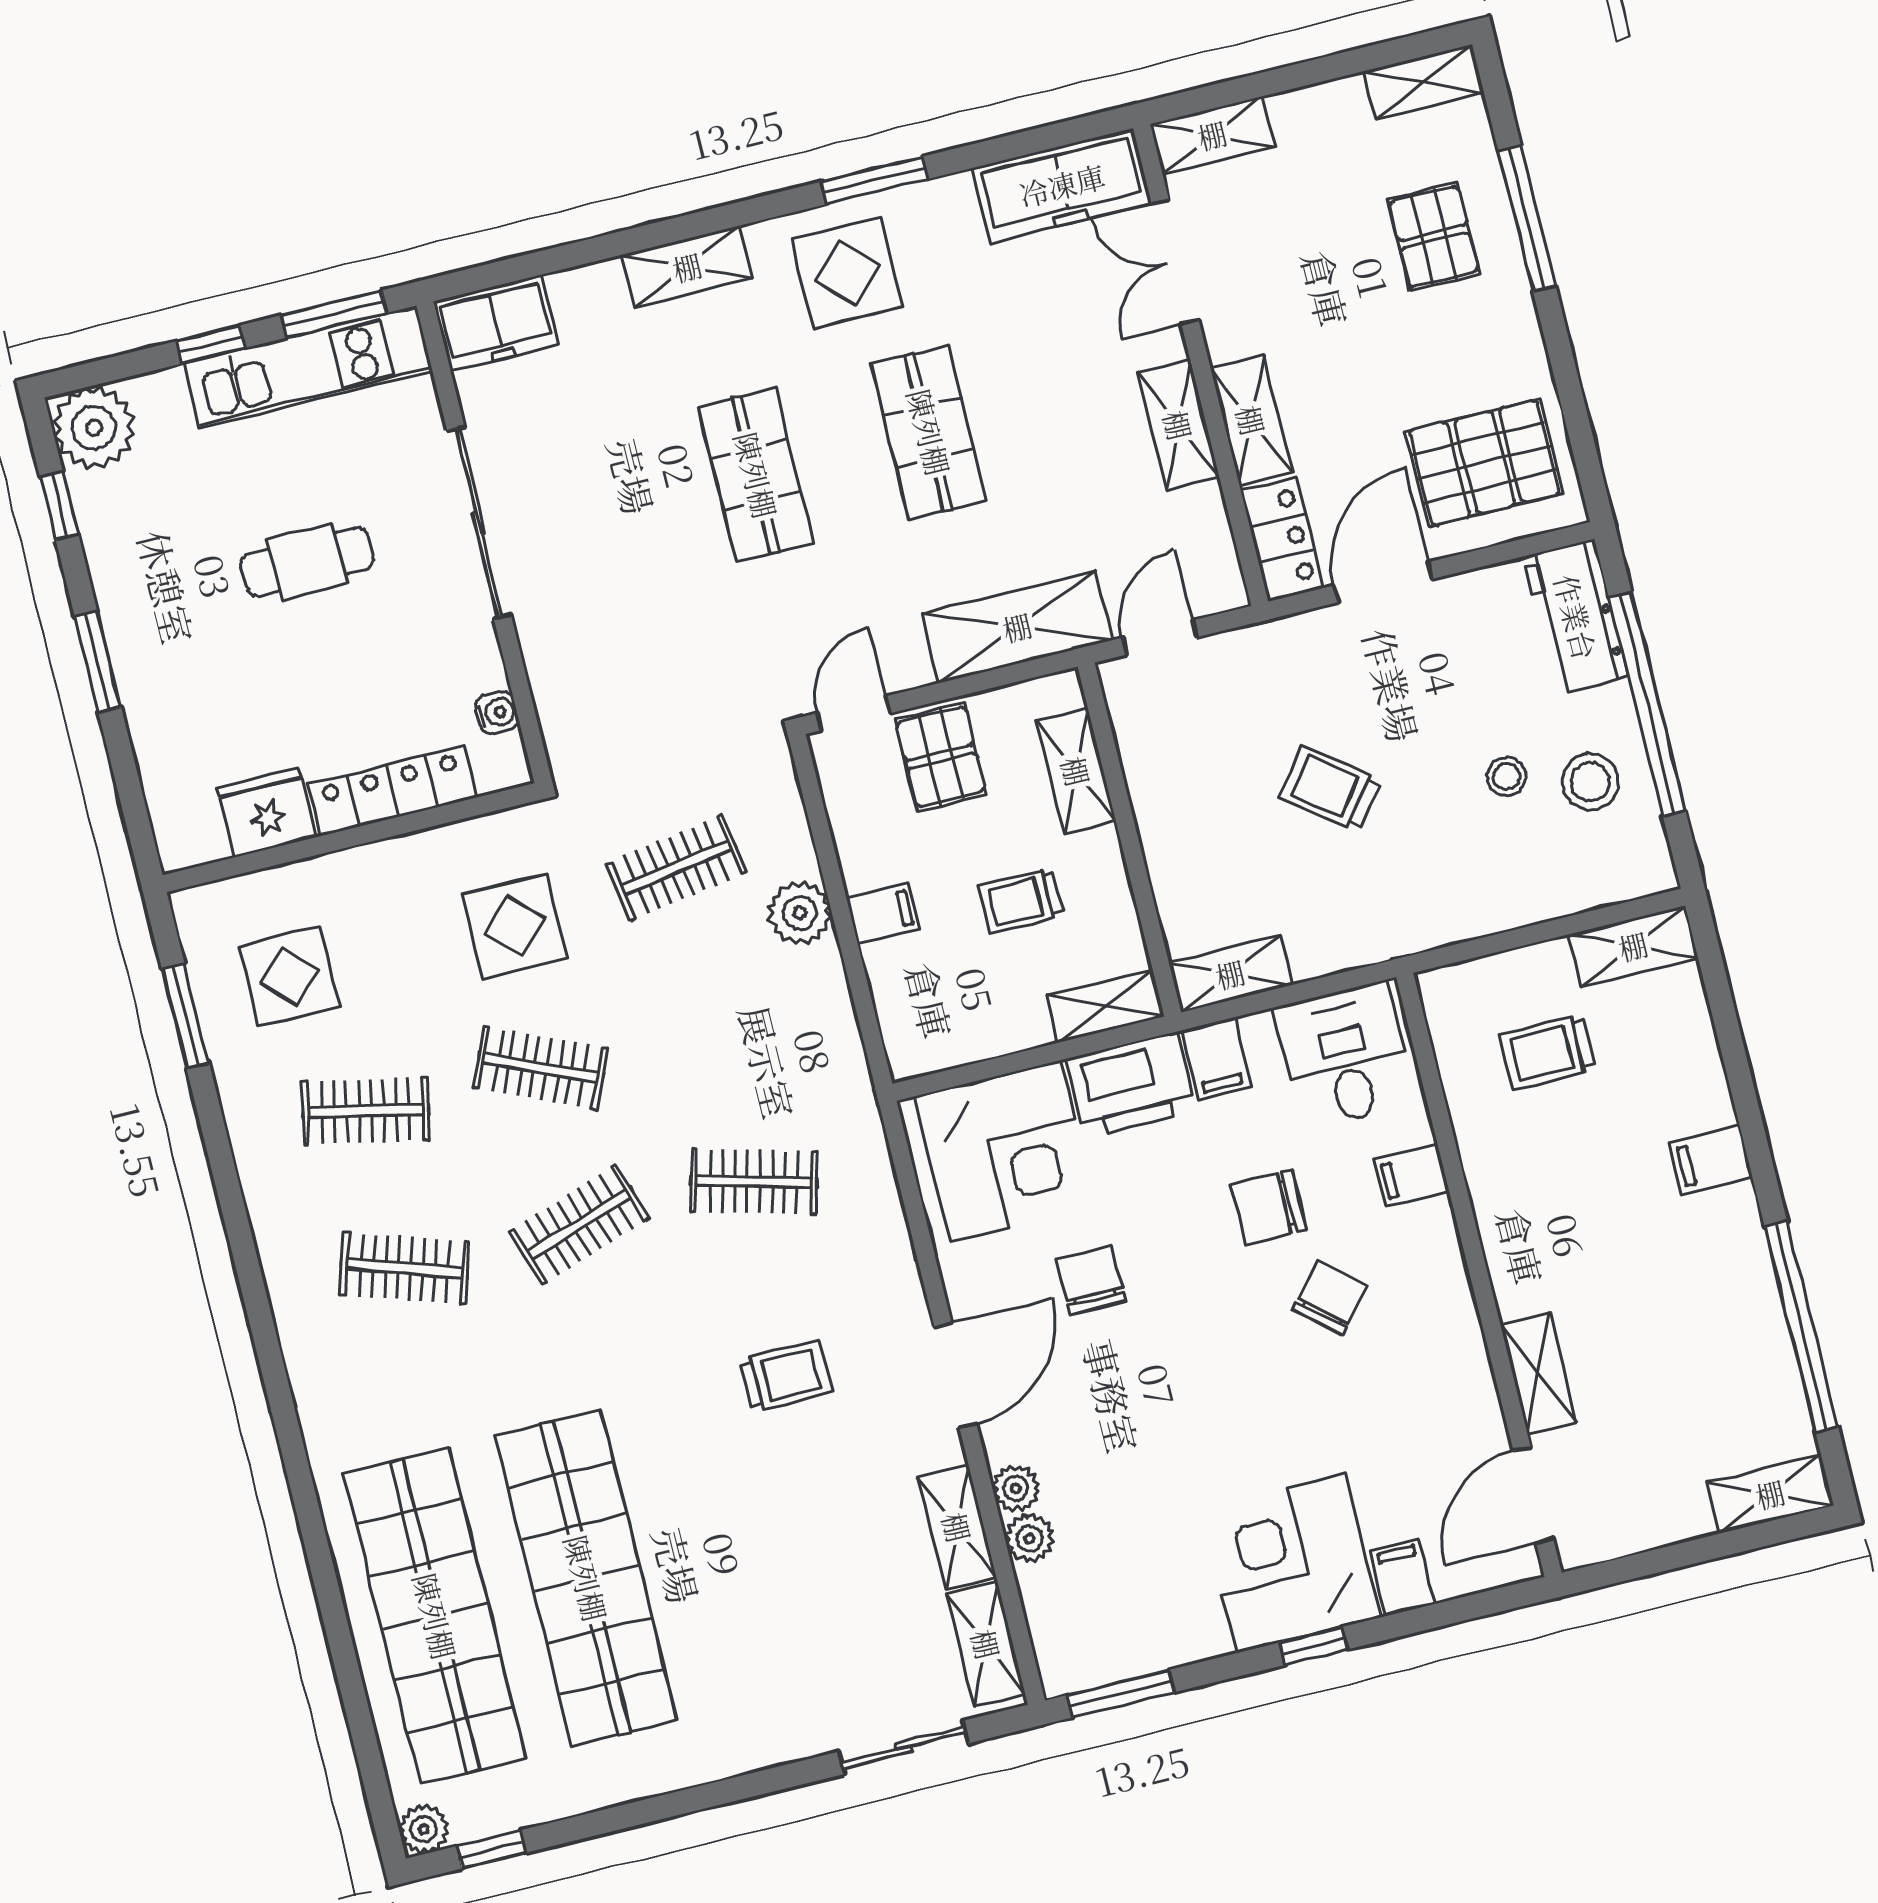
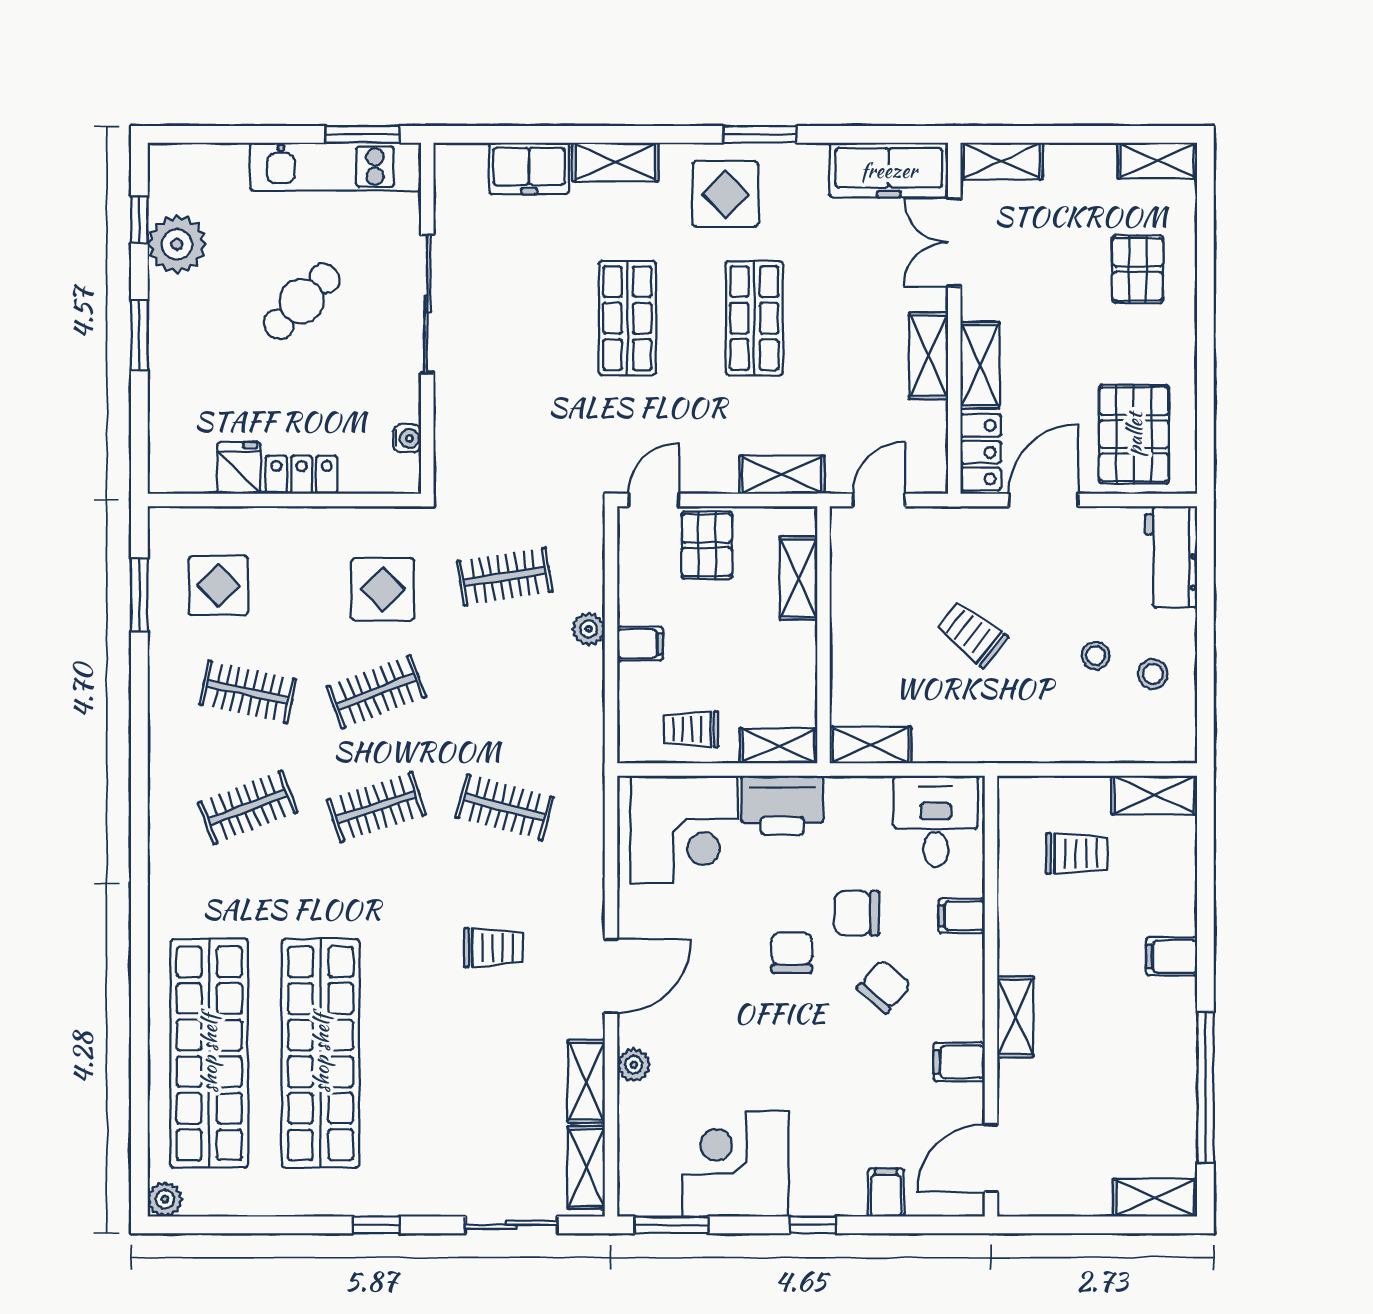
window: (1527, 218) -> (1205, 273), removed
freezer: (496, 323) -> (529, 168), moved
window: (211, 344) -> (272, 134), removed
plant: (94, 428) -> (177, 244), moved
pallet: (1484, 462) -> (1134, 434), turned 90
cafe table: (307, 562) -> (302, 301), turned -45
shelving: (1017, 627) -> (782, 475), width x0.67, depth x0.75
window: (1647, 704) -> (1205, 630), removed
stool: (1590, 782) -> (1153, 674), width x0.73, depth x0.73
locker: (393, 791) -> (302, 475), width x0.66
fridge: (267, 812) -> (239, 468), width x0.72
trolley: (1021, 901) -> (691, 729), moved
plant: (800, 913) -> (589, 629), width x0.73, depth x0.73
trolley: (1548, 1052) -> (1077, 854), turned 180
filing cabinet: (1216, 1059) -> (959, 1062), moved, turned 90
clothes rail: (540, 1068) -> (376, 692), turned -45
clothes rail: (404, 1268) -> (248, 807), turned -39
chair: (1091, 1280) -> (792, 952), moved
shelving: (1538, 1374) -> (1015, 1017), moved
plant: (1029, 1538) -> (634, 1102), removed
corner desk: (1291, 1563) -> (735, 1164), moved
window: (491, 1849) -> (376, 1225), moved

